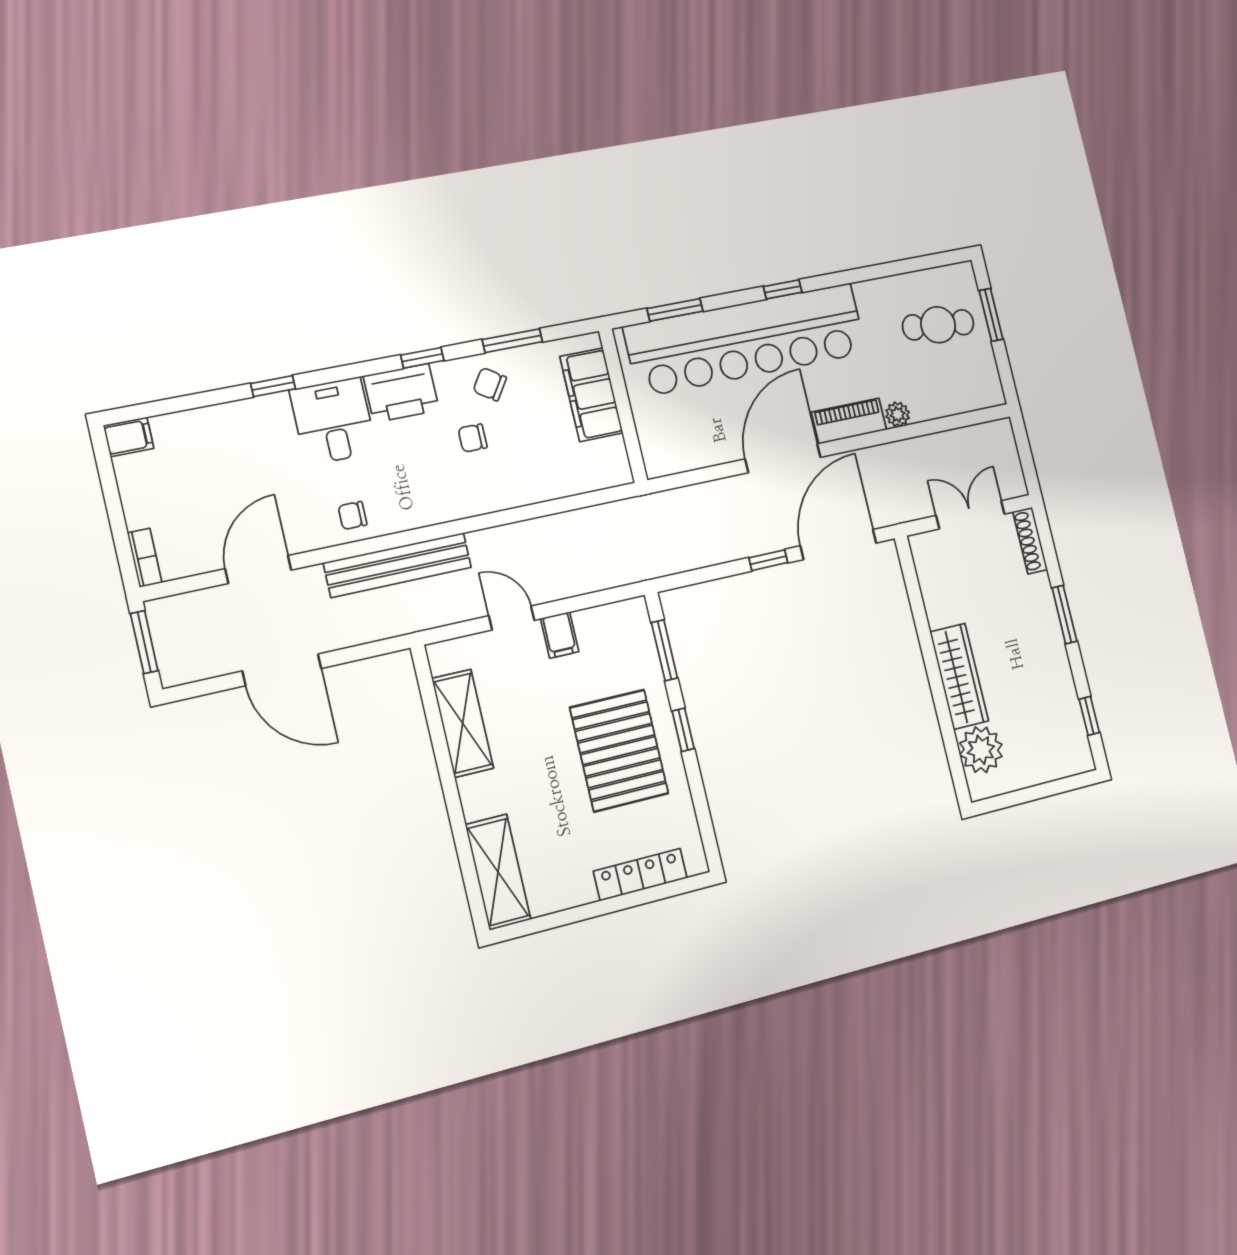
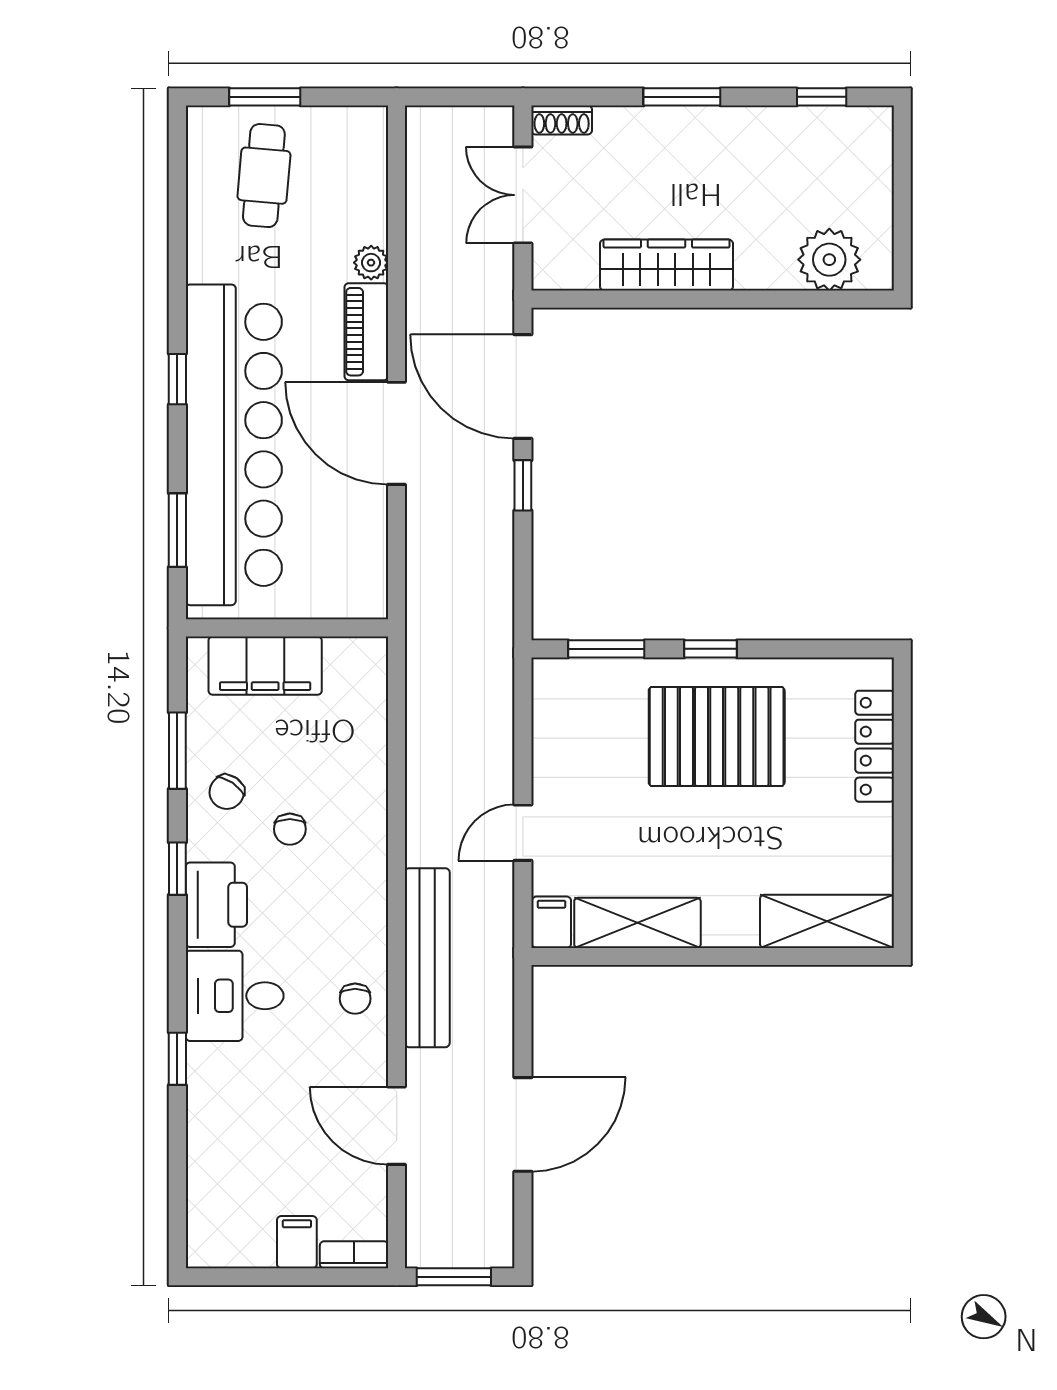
filing cabinet: (129, 437) -> (297, 1242), moved
shoe rack: (1030, 541) -> (562, 120), width x0.70
filing cabinet: (560, 635) -> (552, 922), moved, turned -90
wardrobe: (959, 676) -> (666, 265), moved

